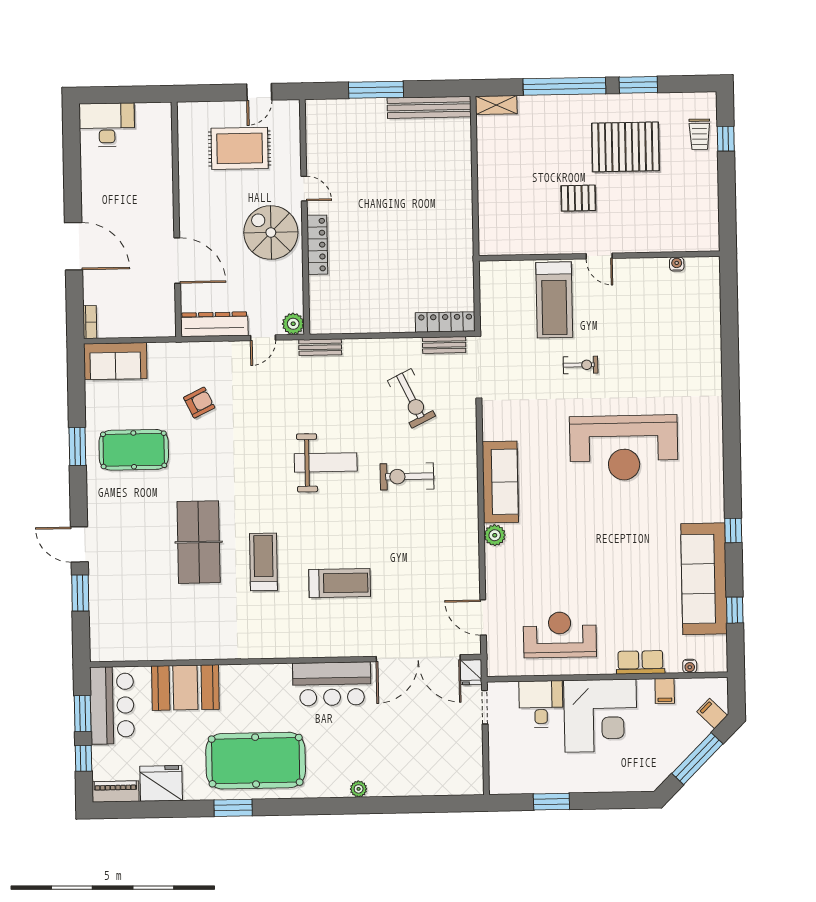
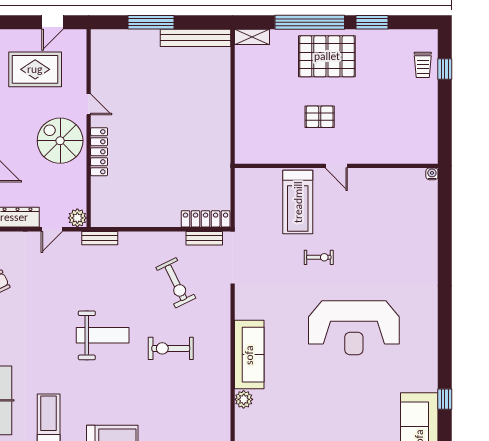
pallet: (625, 147) -> (327, 56), moved
water cooler: (677, 264) -> (432, 174), moved

